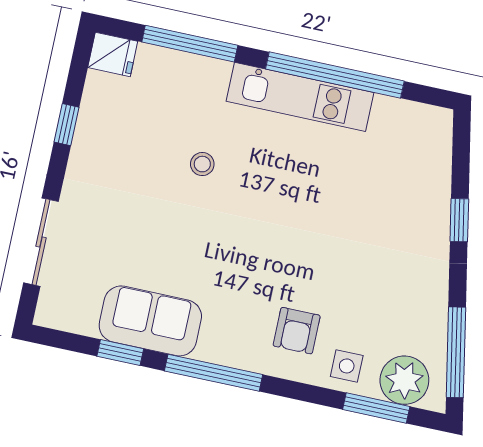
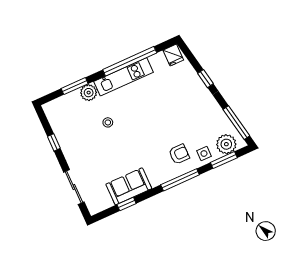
window: (190, 44) -> (75, 86), width x0.69
fridge: (113, 54) -> (173, 55), moved, turned 90
plant: (208, 77) -> (89, 93), added
armchair: (297, 331) -> (179, 154), turned -90
window: (214, 373) -> (180, 180), moved

